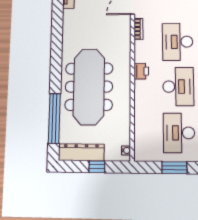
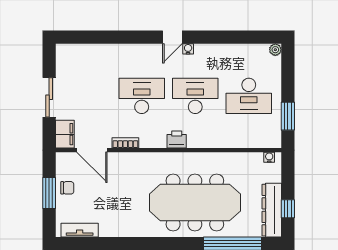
desk: (178, 42) -> (142, 96), turned 180
window: (97, 167) -> (288, 209), moved
window: (174, 168) -> (288, 116), moved

